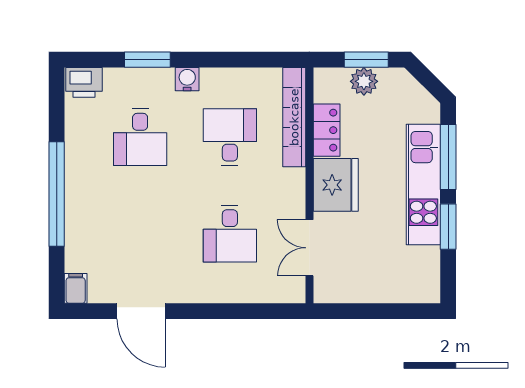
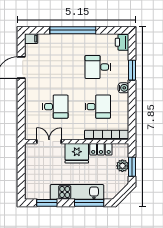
window: (448, 227) -> (47, 203), moved
desk: (230, 234) -> (55, 107), turned 180

